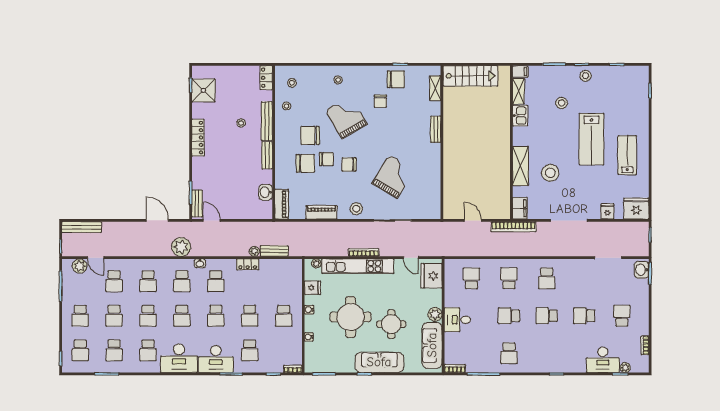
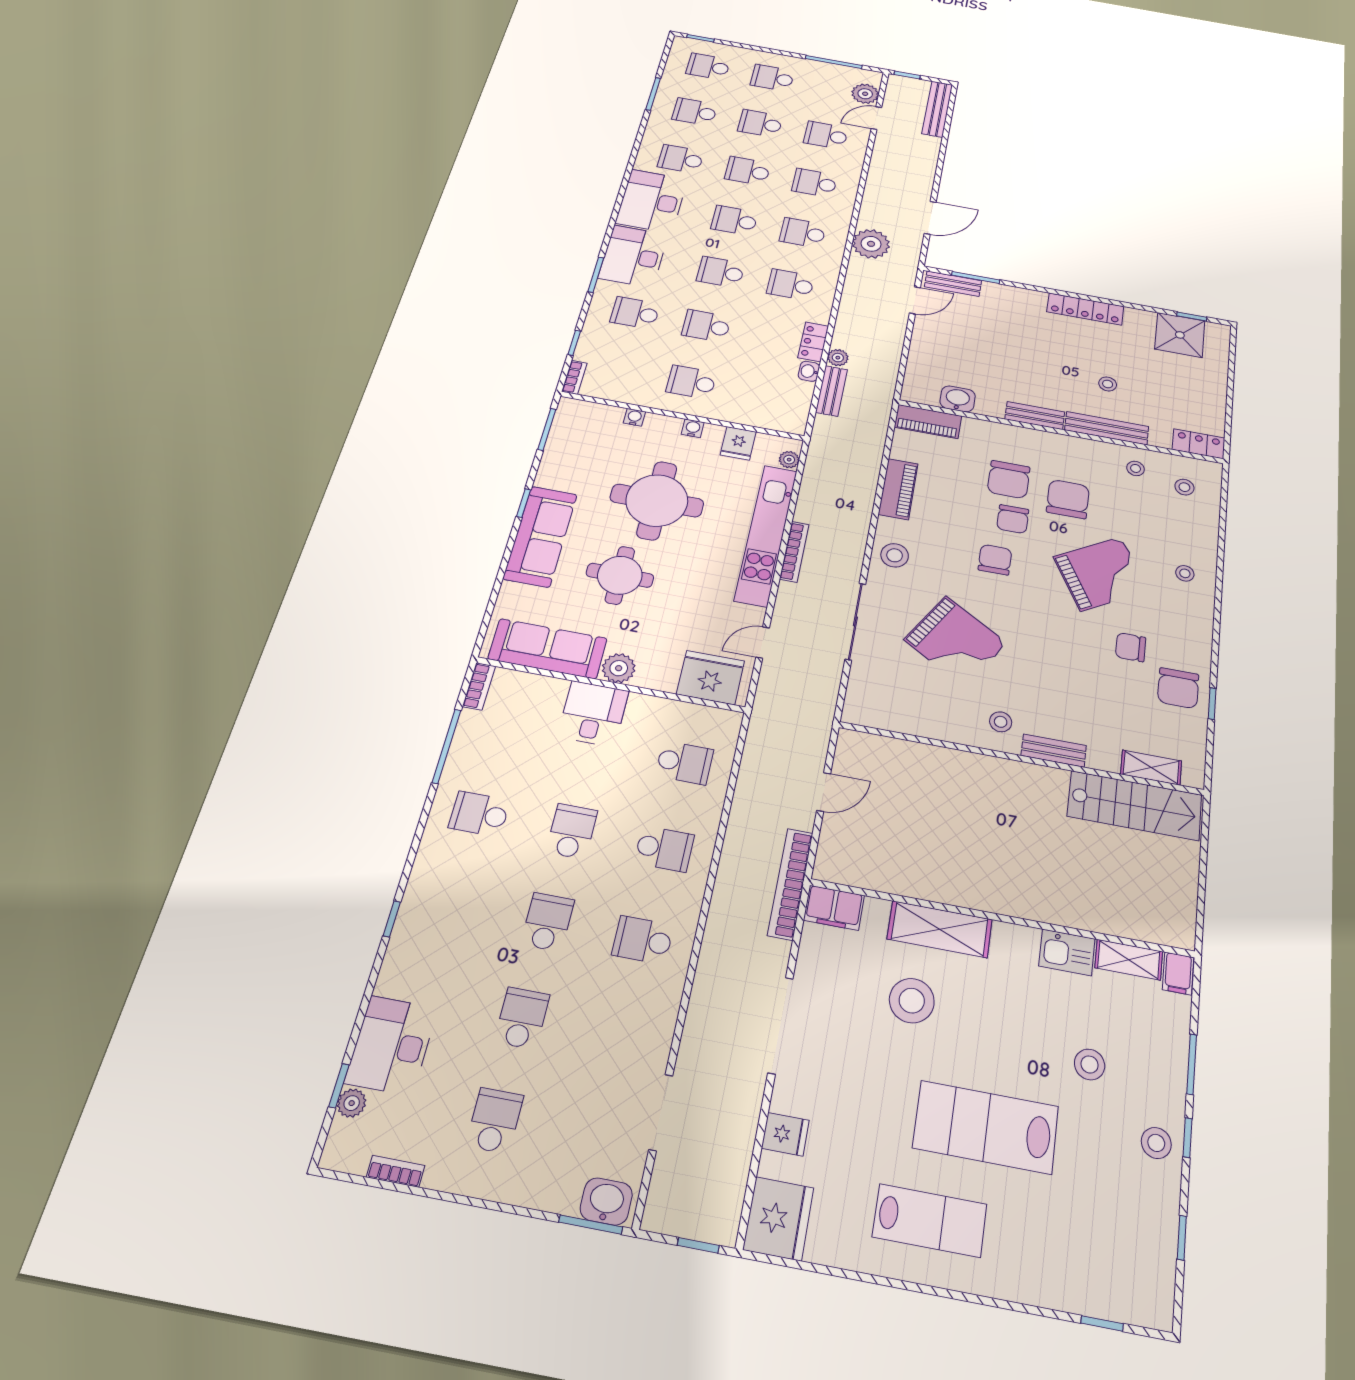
stairs: (470, 76) -> (1135, 806), moved, turned -90
stool: (427, 153) -> (1001, 722), added
washbasin: (200, 263) -> (809, 371), moved
school desk: (622, 316) -> (495, 1121), turned -90

